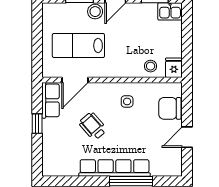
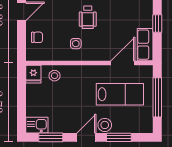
window: (37, 42) -> (157, 97), added
chair: (170, 108) -> (37, 37), width x0.54, depth x0.54
wheelchair: (93, 126) -> (88, 17), moved, turned 41

